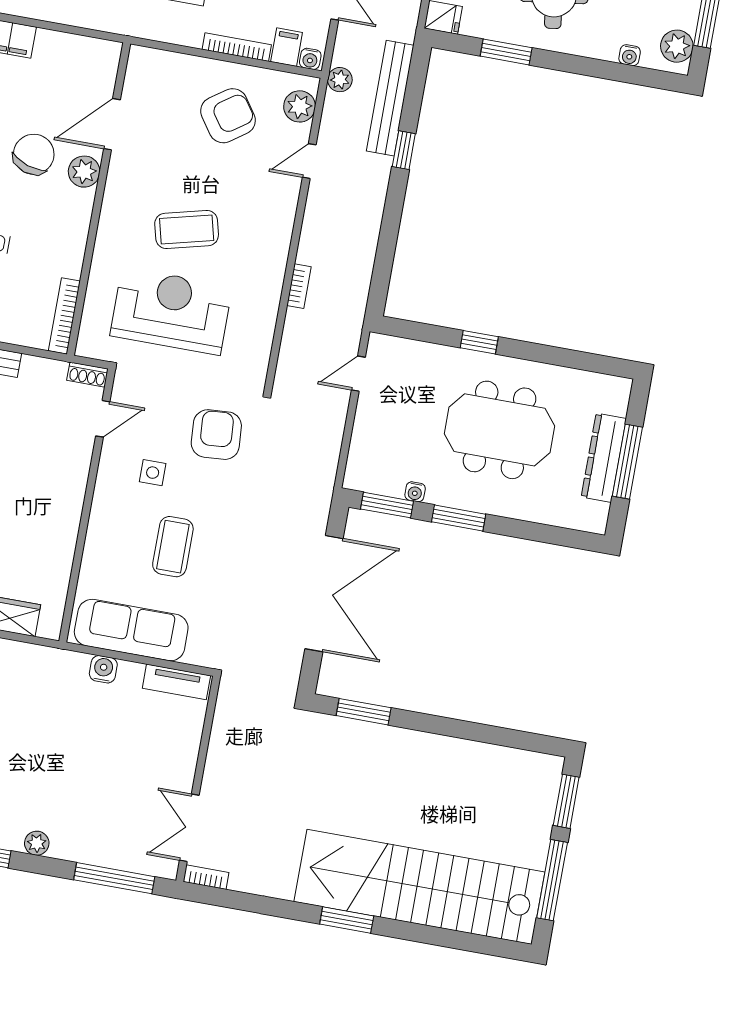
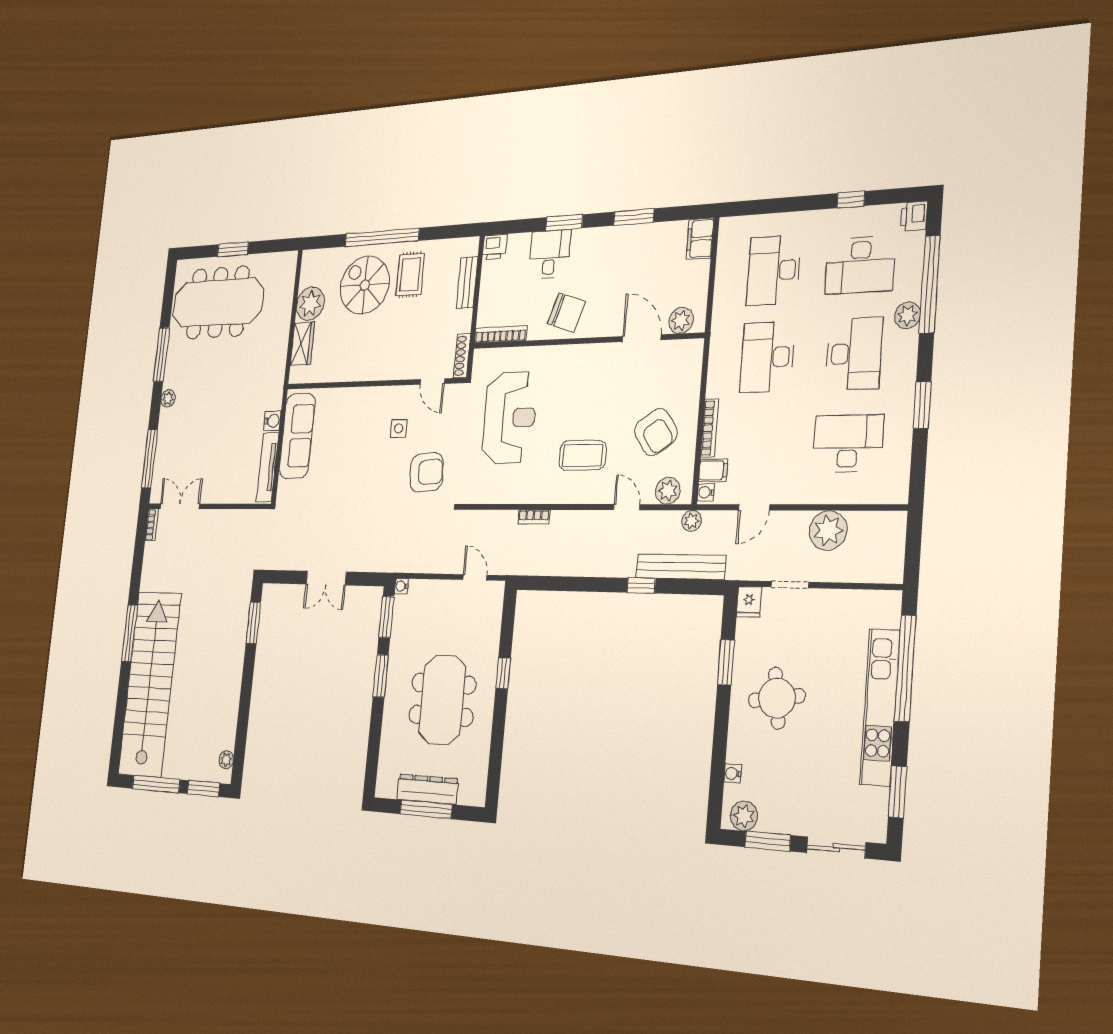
chair: (34, 154) -> (566, 313), moved
plant: (84, 172) -> (681, 320), moved
coffee table: (187, 229) -> (583, 455), moved, turned -76
shoe rack: (87, 375) -> (462, 356), width x1.43
water cooler: (415, 492) -> (401, 586), moved
coffee table: (173, 547) -> (351, 455), removed
double door: (324, 594) -> (326, 578), width x0.54
tv unit: (176, 682) -> (268, 467), width x1.41
plant: (534, 763) -> (226, 760), added
window: (347, 920) -> (129, 633), width x1.44

